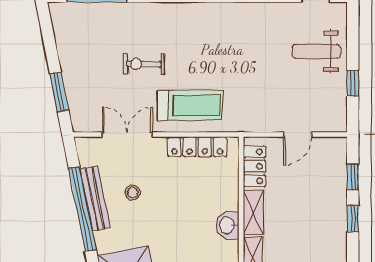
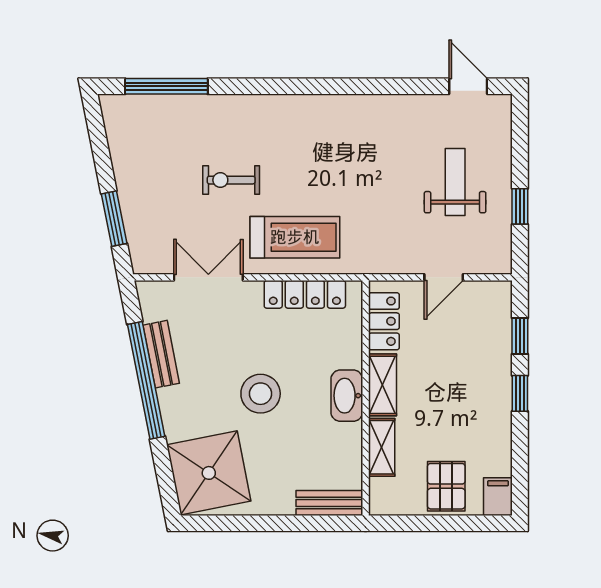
weight bench: (316, 51) -> (455, 182), moved, turned 90
stool: (133, 193) -> (261, 394), moved, width x1.89, depth x1.89
bench: (95, 198) -> (161, 354), width x0.73
washbasin: (228, 225) -> (347, 396), width x1.38

